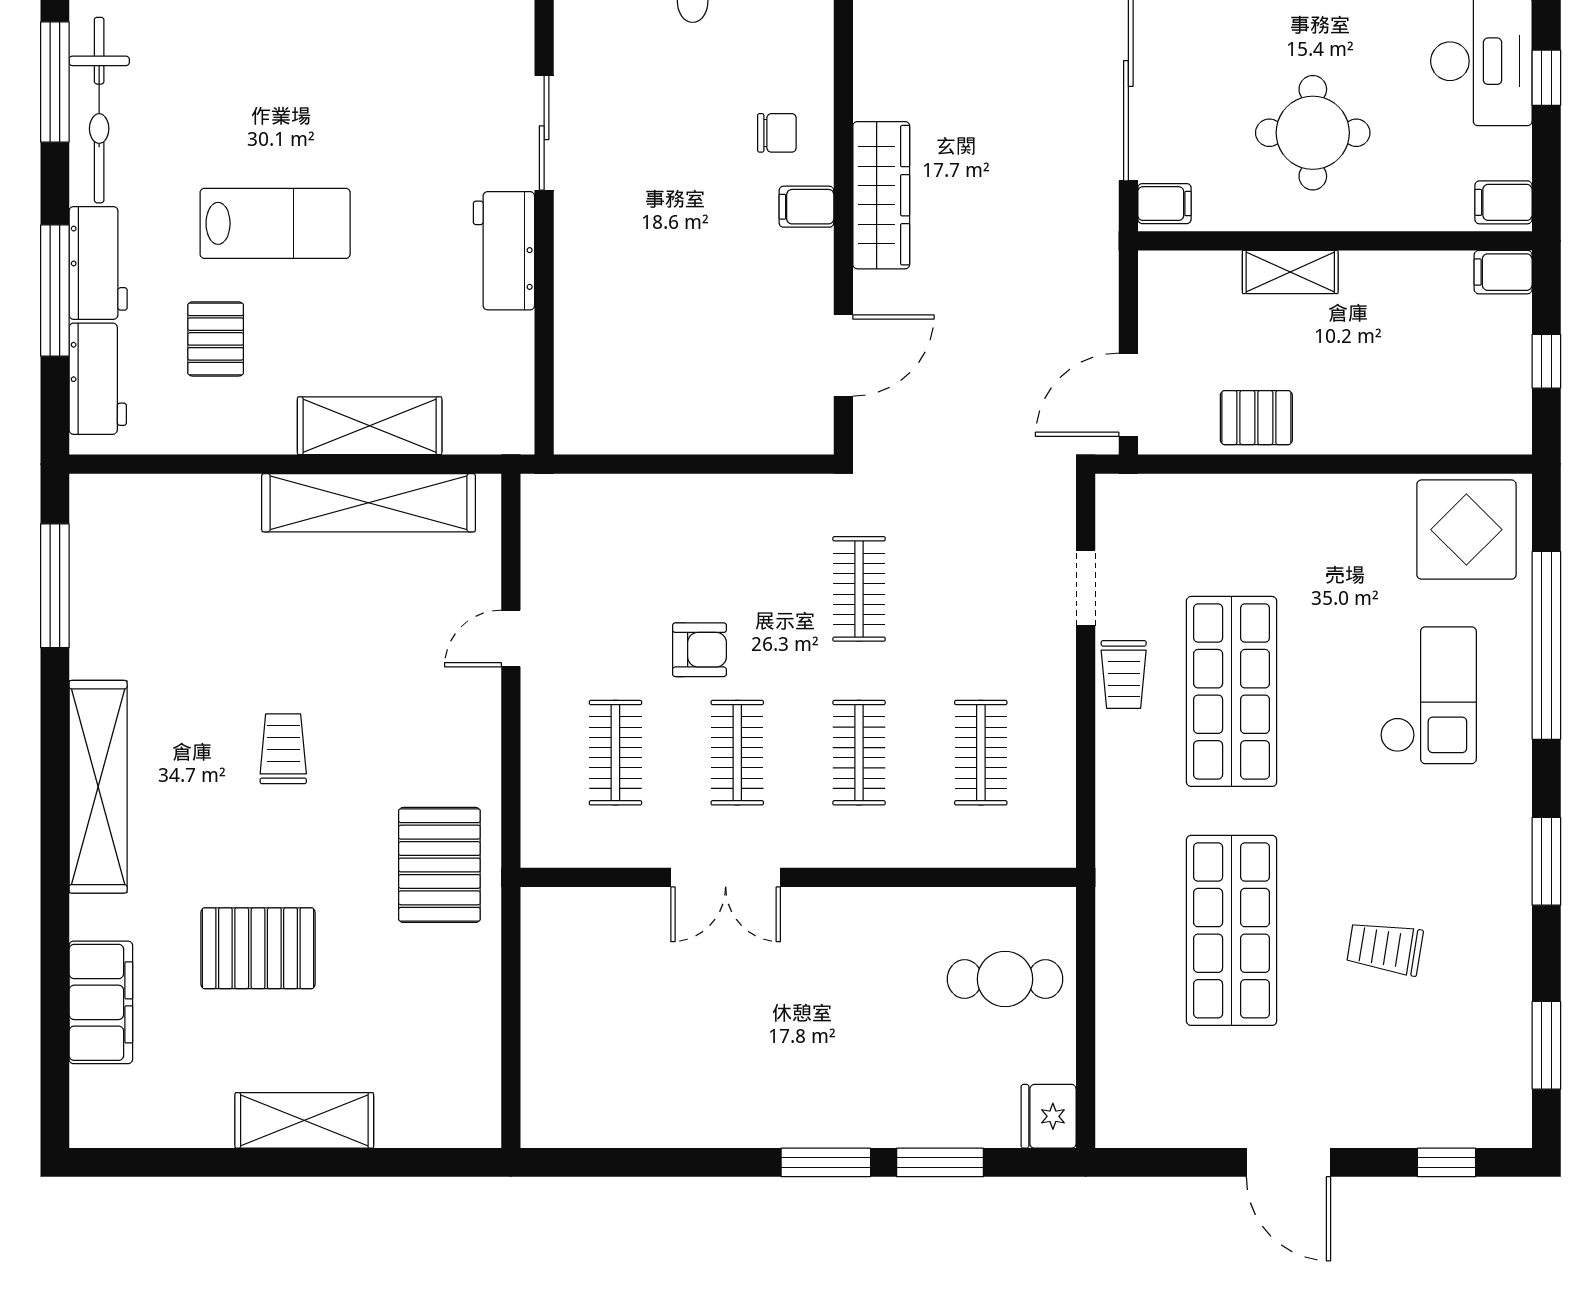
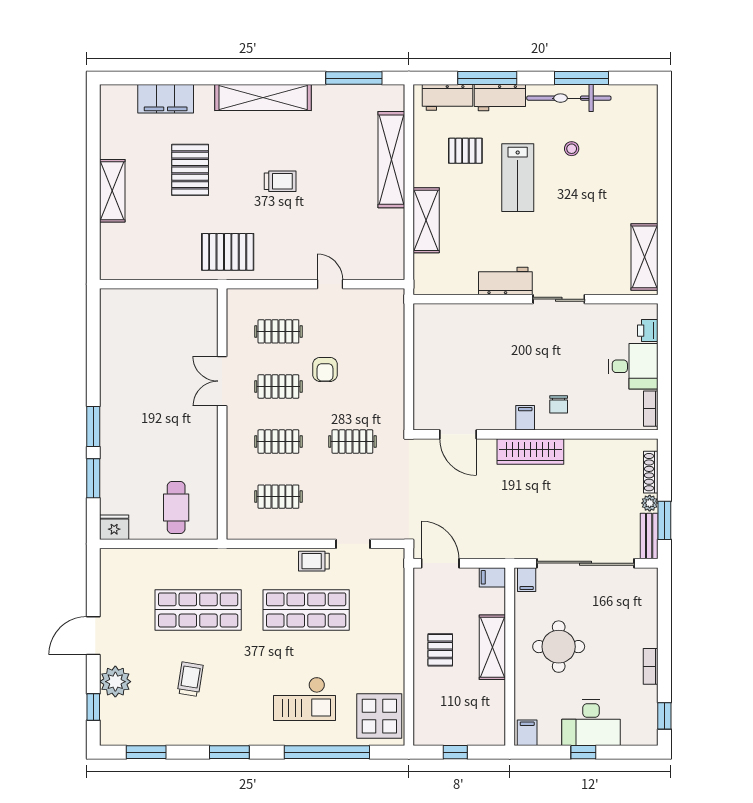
stool: (211, 104) -> (572, 149), added
shelving: (1290, 272) -> (492, 647), width x1.50, depth x1.33
filing cabinet: (1503, 272) -> (492, 577), moved, turned -90
pallet: (1256, 418) -> (440, 650), moved
shelving: (369, 503) -> (391, 160), moved
plant: (1390, 1114) -> (115, 682), added

